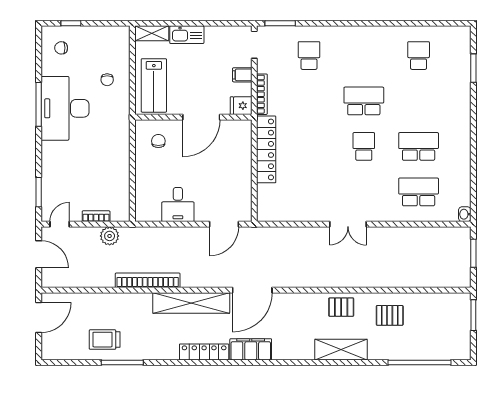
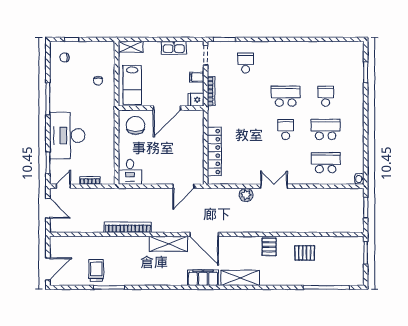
kitchen sink: (187, 35) -> (174, 48), moved
school desk: (419, 56) -> (326, 96), moved
desk: (65, 108) -> (67, 136), moved
chair: (158, 141) -> (136, 126), width x1.87, depth x1.87
locker: (266, 149) -> (214, 152), moved
desk: (178, 205) -> (130, 172), moved
double door: (348, 224) -> (274, 186), swing flipped
plant: (110, 236) -> (246, 195), moved
door: (252, 290) -> (204, 234), hinge flipped
shelving: (191, 303) -> (168, 244), width x0.68
pallet: (341, 307) -> (269, 247), turned 90
door: (39, 318) -> (48, 269), moved
trolley: (105, 340) -> (96, 271), turned 90
shelving: (341, 350) -> (240, 278), moved
locker: (204, 352) -> (169, 280), removed

